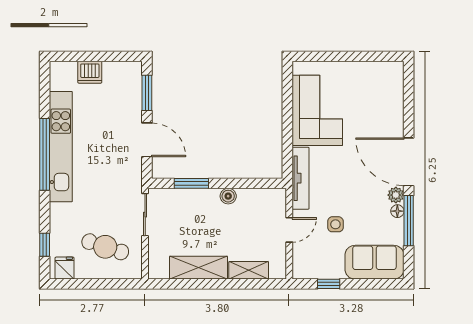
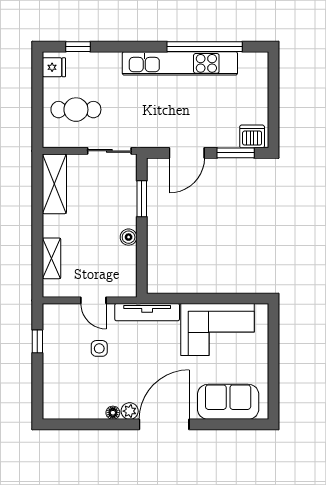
dishwasher: (90, 72) -> (252, 136), moved, turned 90
window: (45, 154) -> (205, 47), moved
window: (409, 221) -> (103, 424), removed
cafe table: (105, 247) -> (76, 110), turned 72
sofa: (374, 262) -> (228, 402), moved, turned -90
shelving: (199, 268) -> (54, 184), moved

